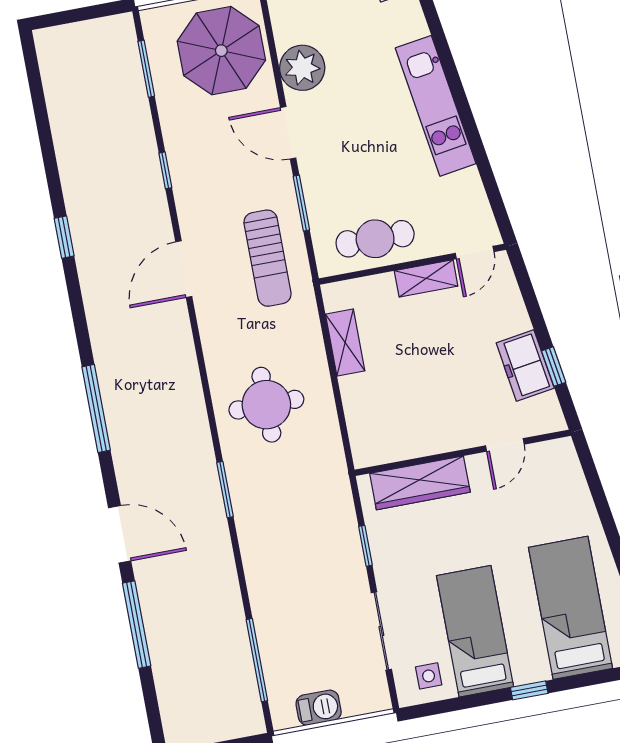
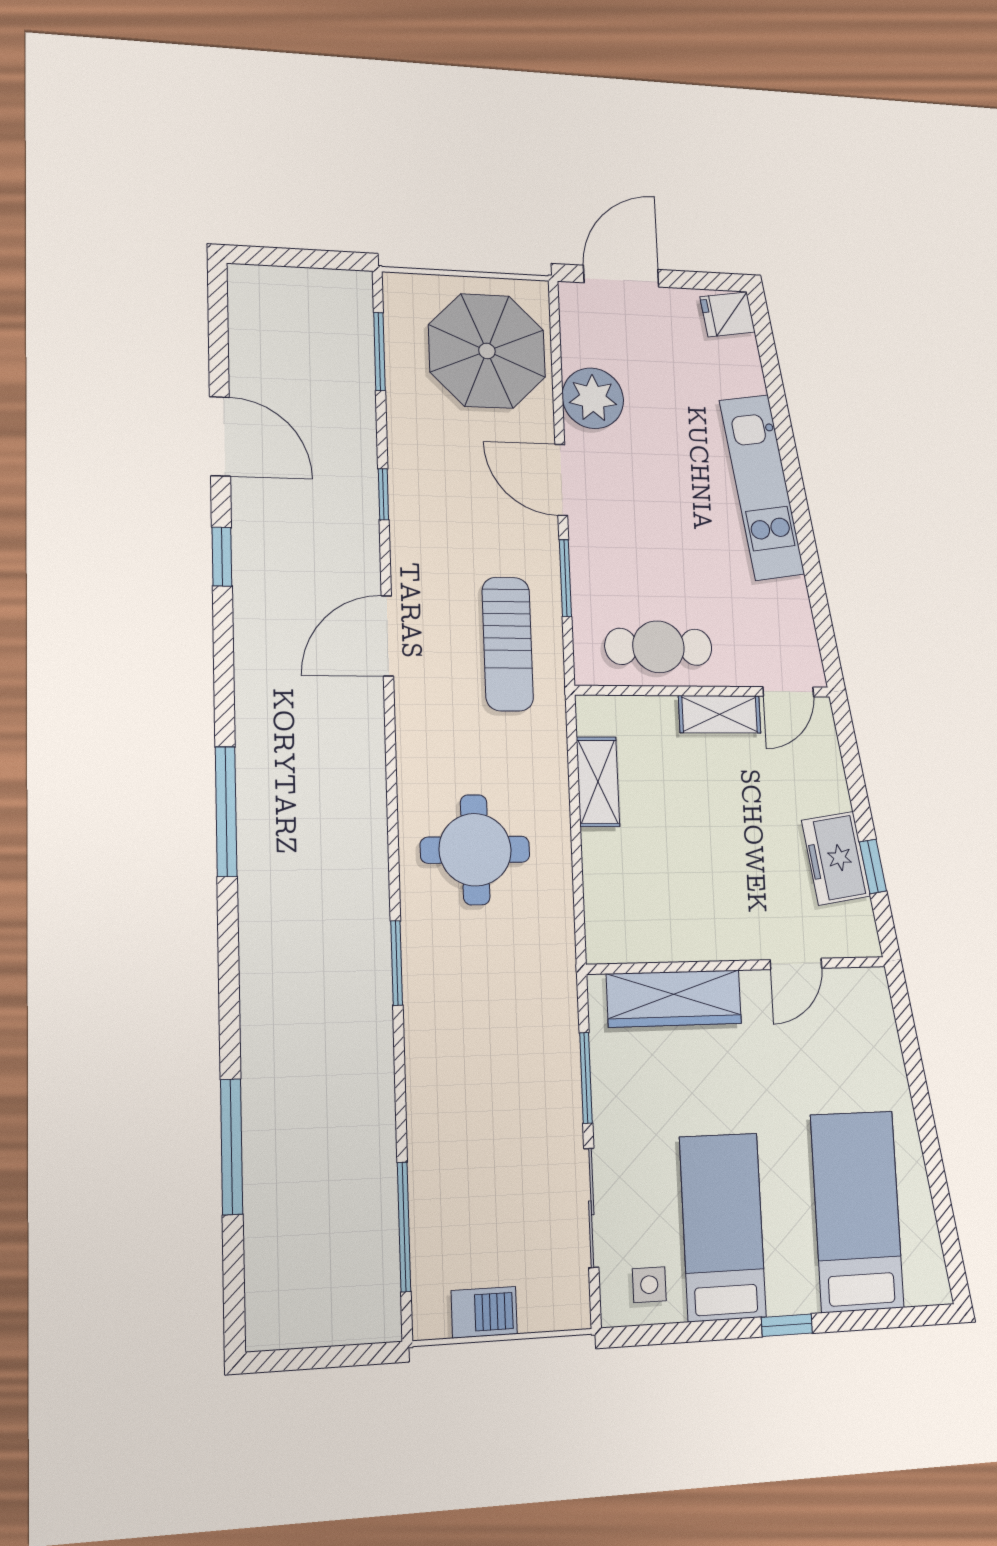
door: (120, 534) -> (220, 436), moved
window: (365, 546) -> (586, 1078), width x1.50

